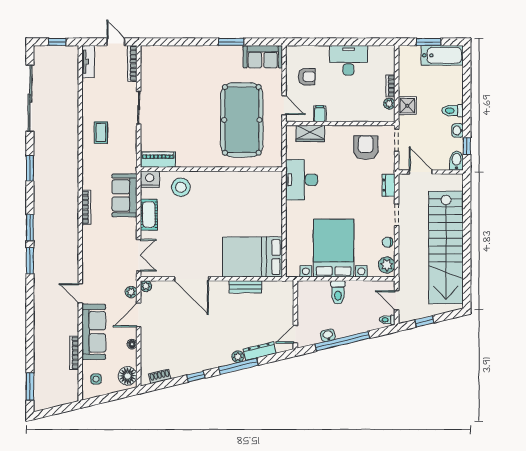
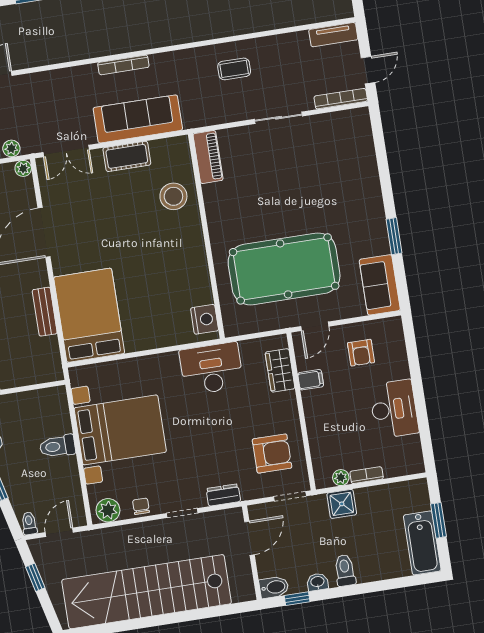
nightstand: (150, 179) -> (205, 319), moved
sofa: (125, 195) -> (138, 119), width x1.36

